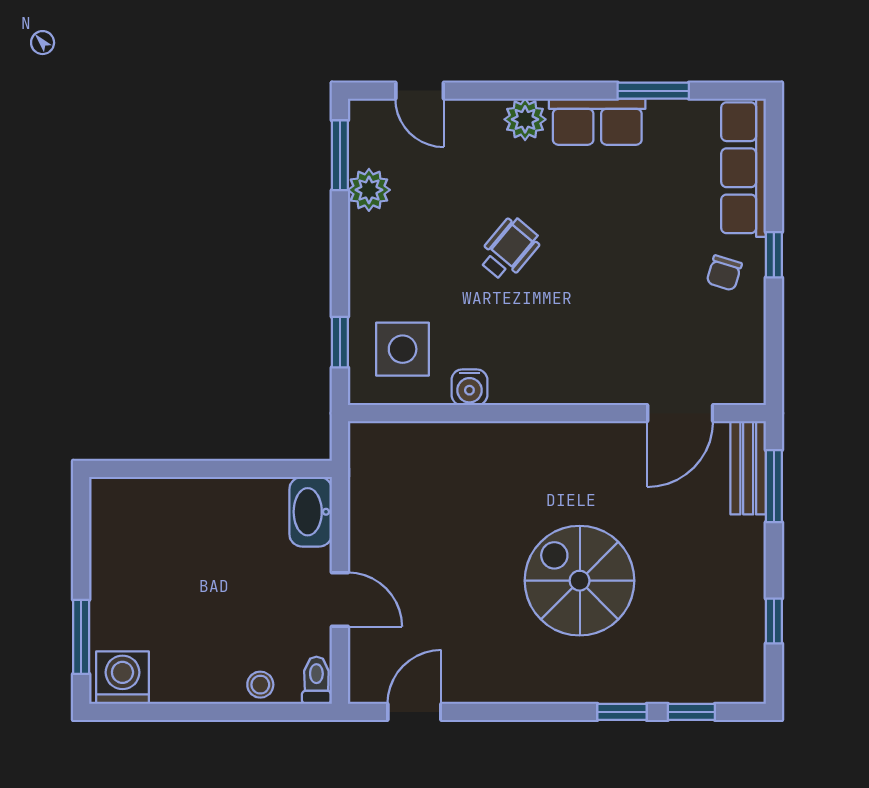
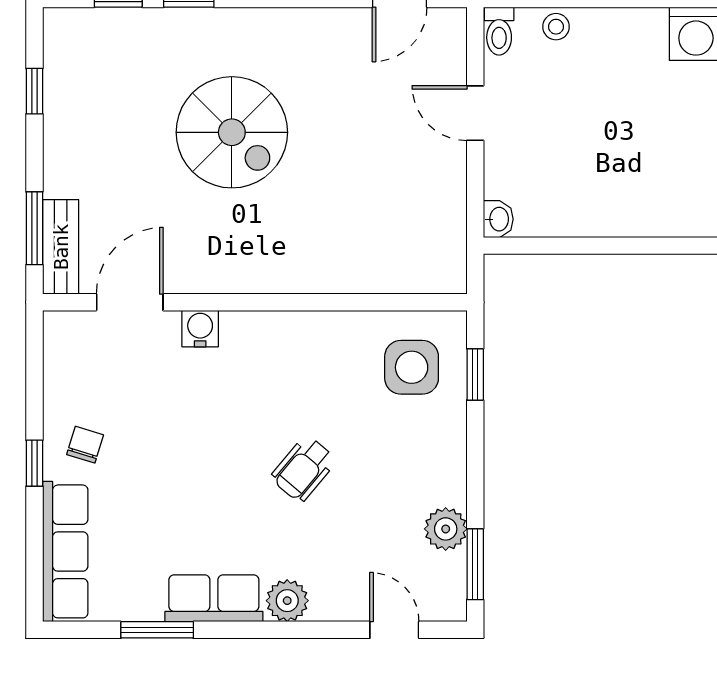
water cooler: (469, 387) -> (200, 329), moved
washbasin: (311, 512) -> (498, 219), width x0.52, depth x0.69

